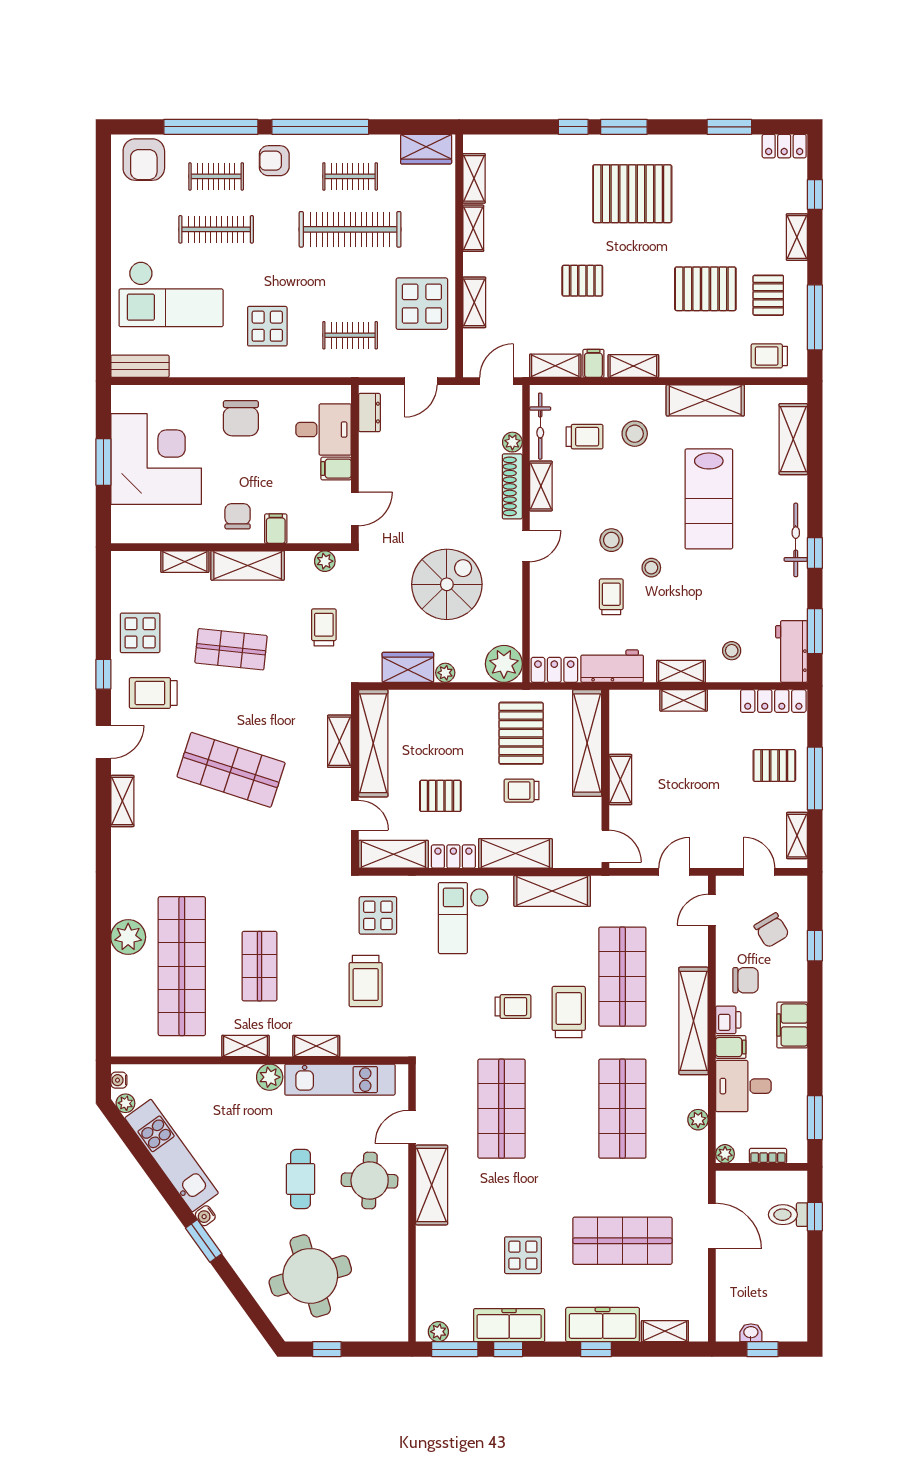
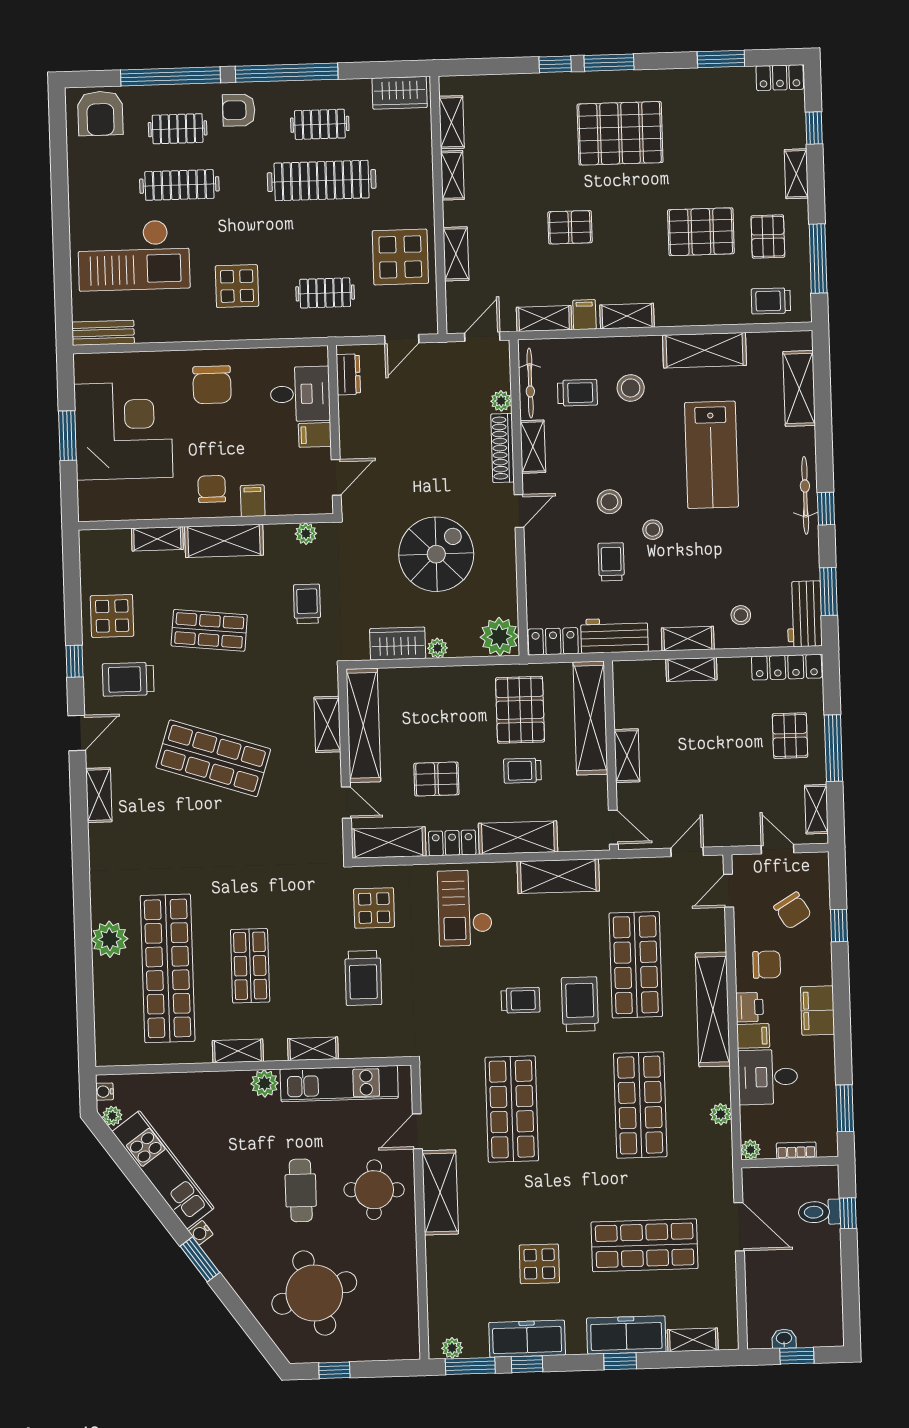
pallet: (774, 765) -> (790, 736), turned 90

